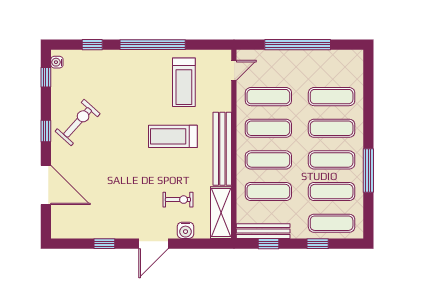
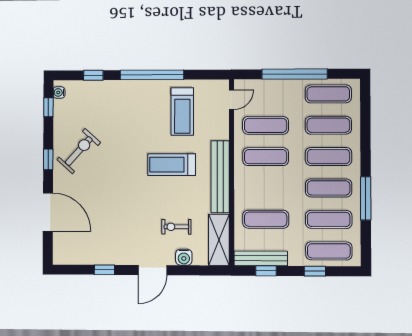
exercise mat: (268, 160) -> (328, 94), moved
exercise bike: (178, 200) -> (176, 227), turned 180

